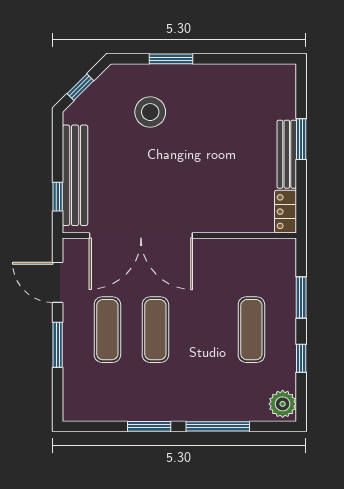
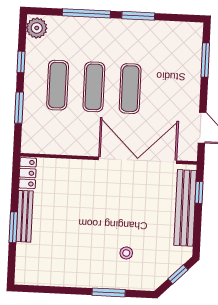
stool: (150, 112) -> (126, 253), width x0.53, depth x0.53
exercise mat: (107, 330) -> (94, 87), moved
window: (58, 345) -> (205, 60), moved

